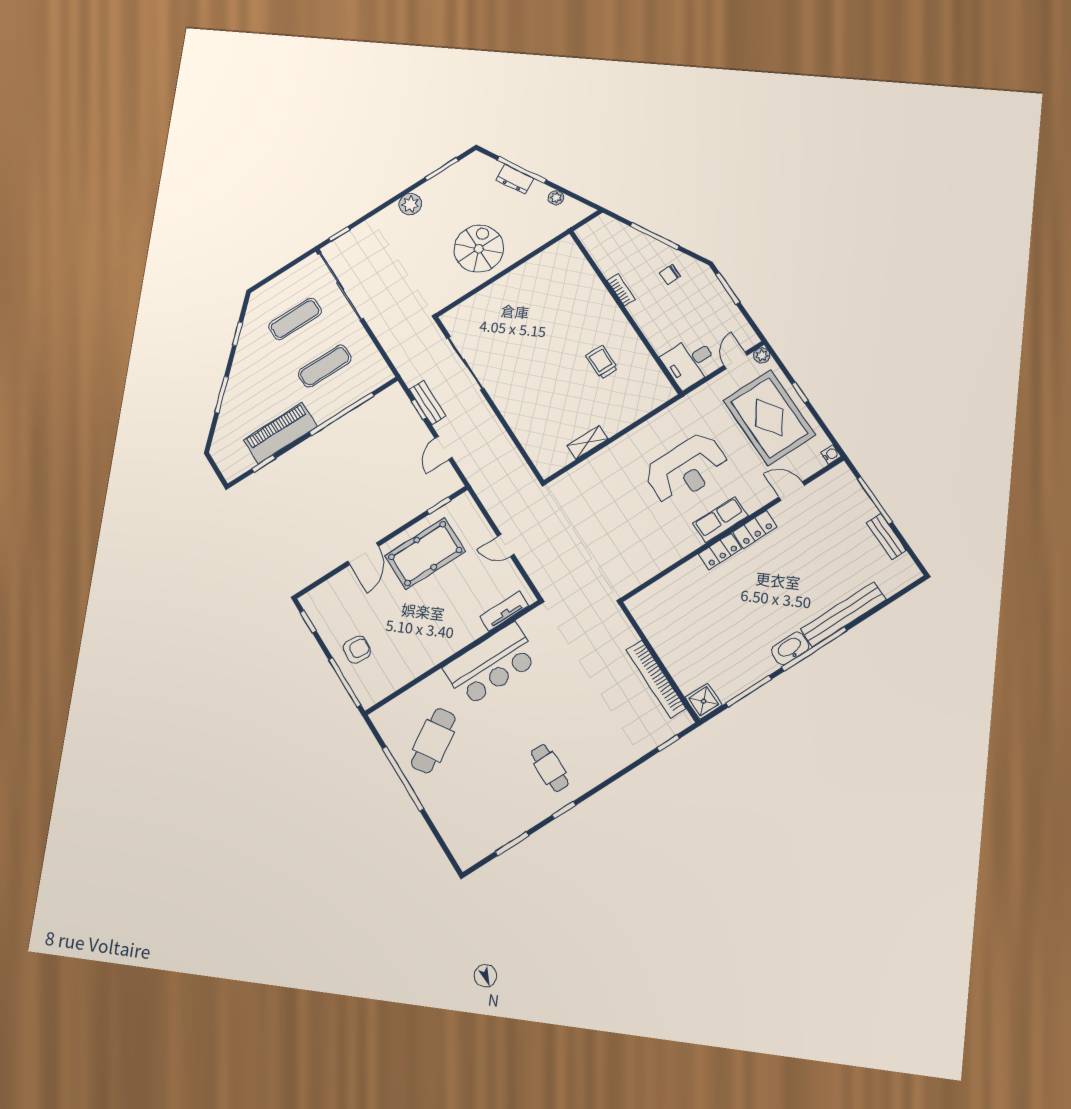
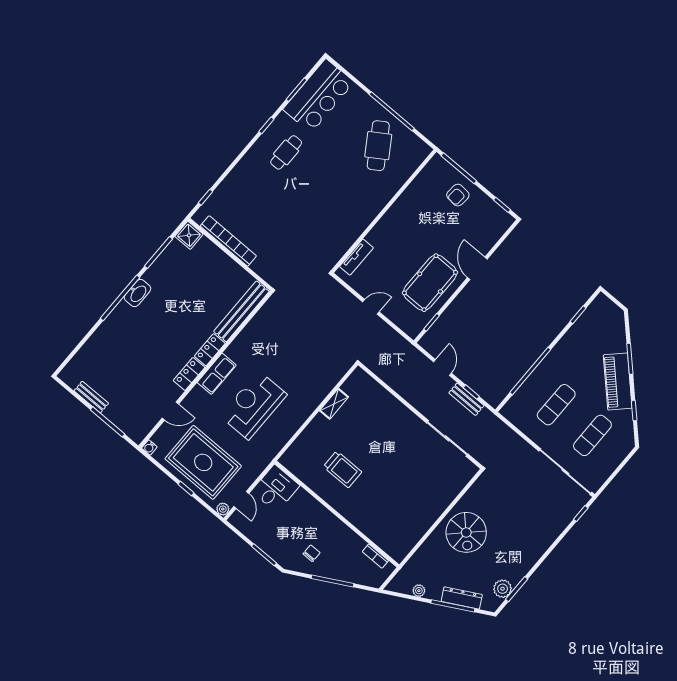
dresser: (515, 179) -> (462, 598), width x1.44
plant: (410, 204) -> (503, 589), moved
bookcase: (621, 290) -> (375, 556), moved
trolley: (602, 362) -> (343, 469), width x1.36, depth x1.39
piano: (280, 433) -> (618, 382), moved, turned 135
bench: (843, 614) -> (241, 311), moved
bar counter: (491, 664) -> (318, 96), moved, turned 180
cafe table: (550, 768) -> (286, 152), turned 90

